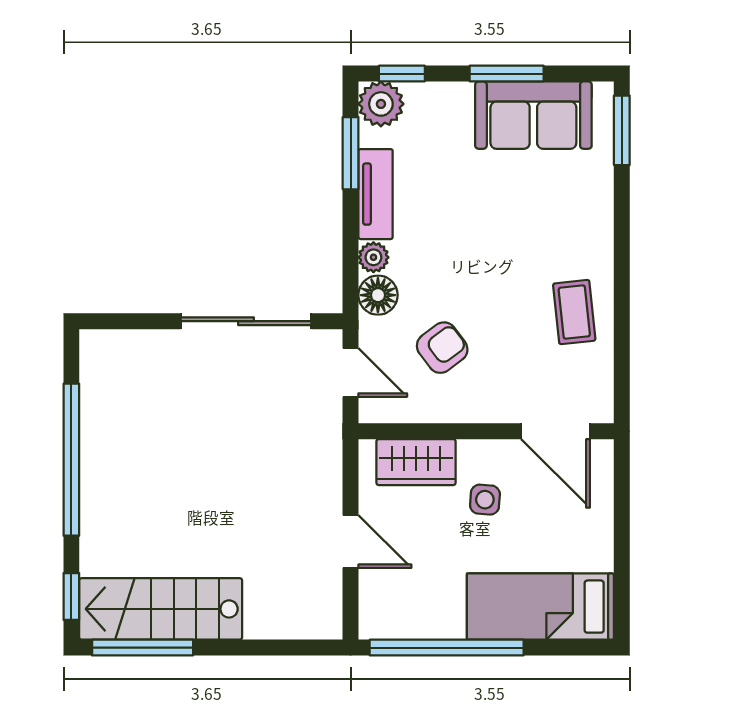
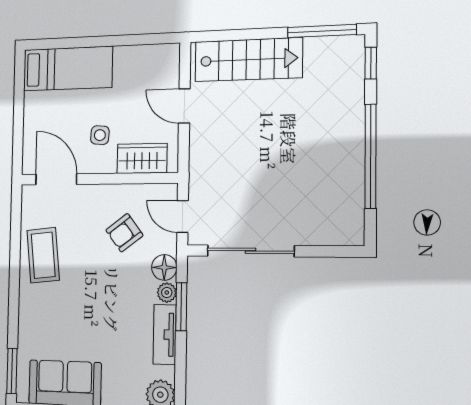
window: (351, 153) -> (181, 307), moved
coffee table: (574, 312) -> (43, 255), width x1.36, depth x1.30
stairs: (161, 609) -> (248, 60), moved
window: (447, 648) -> (125, 40), removed

